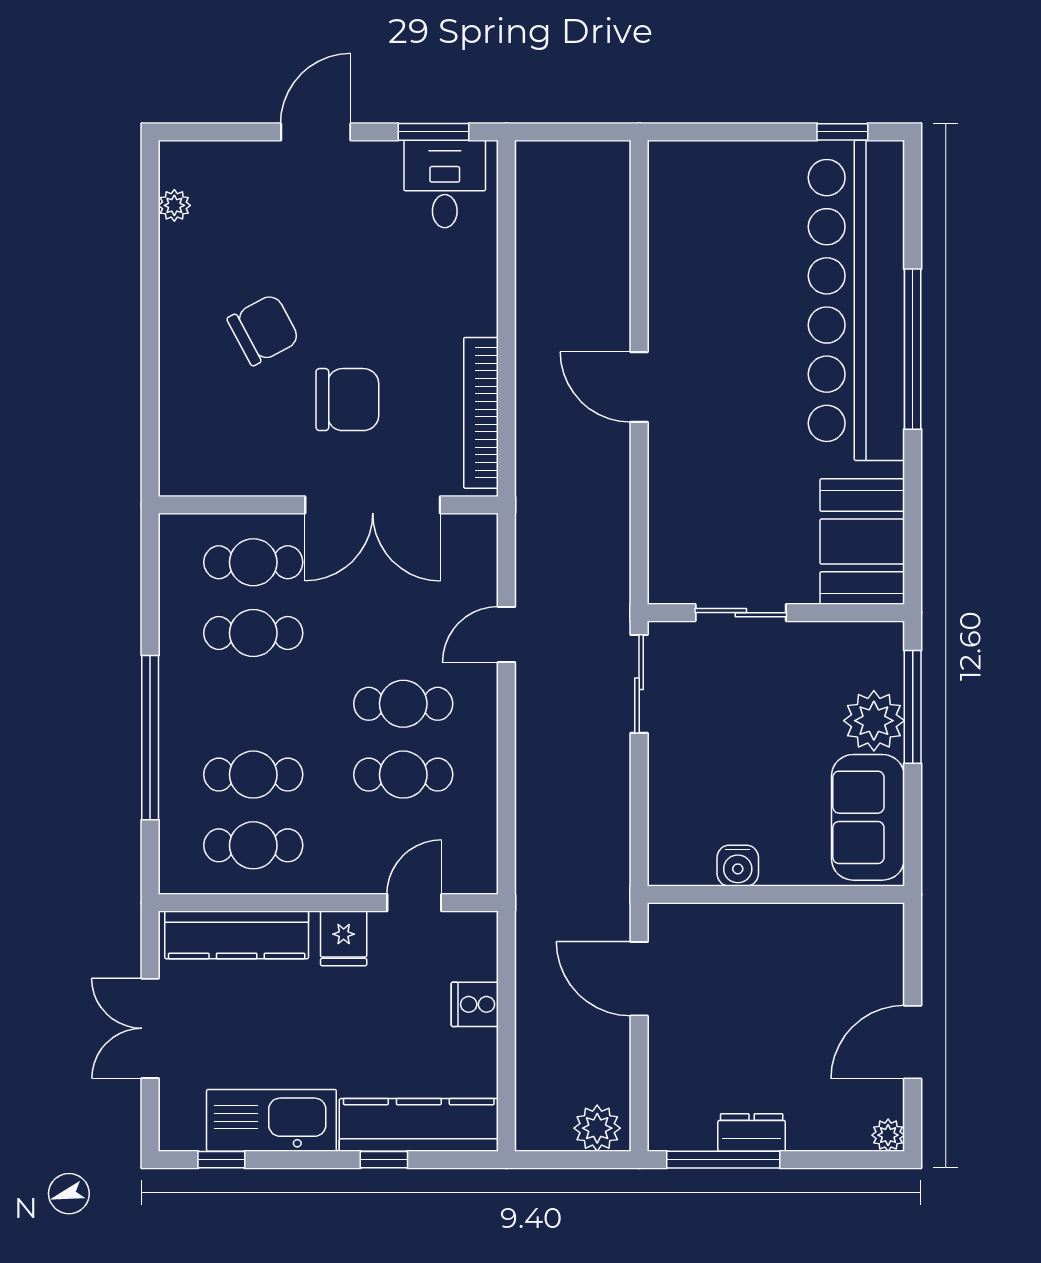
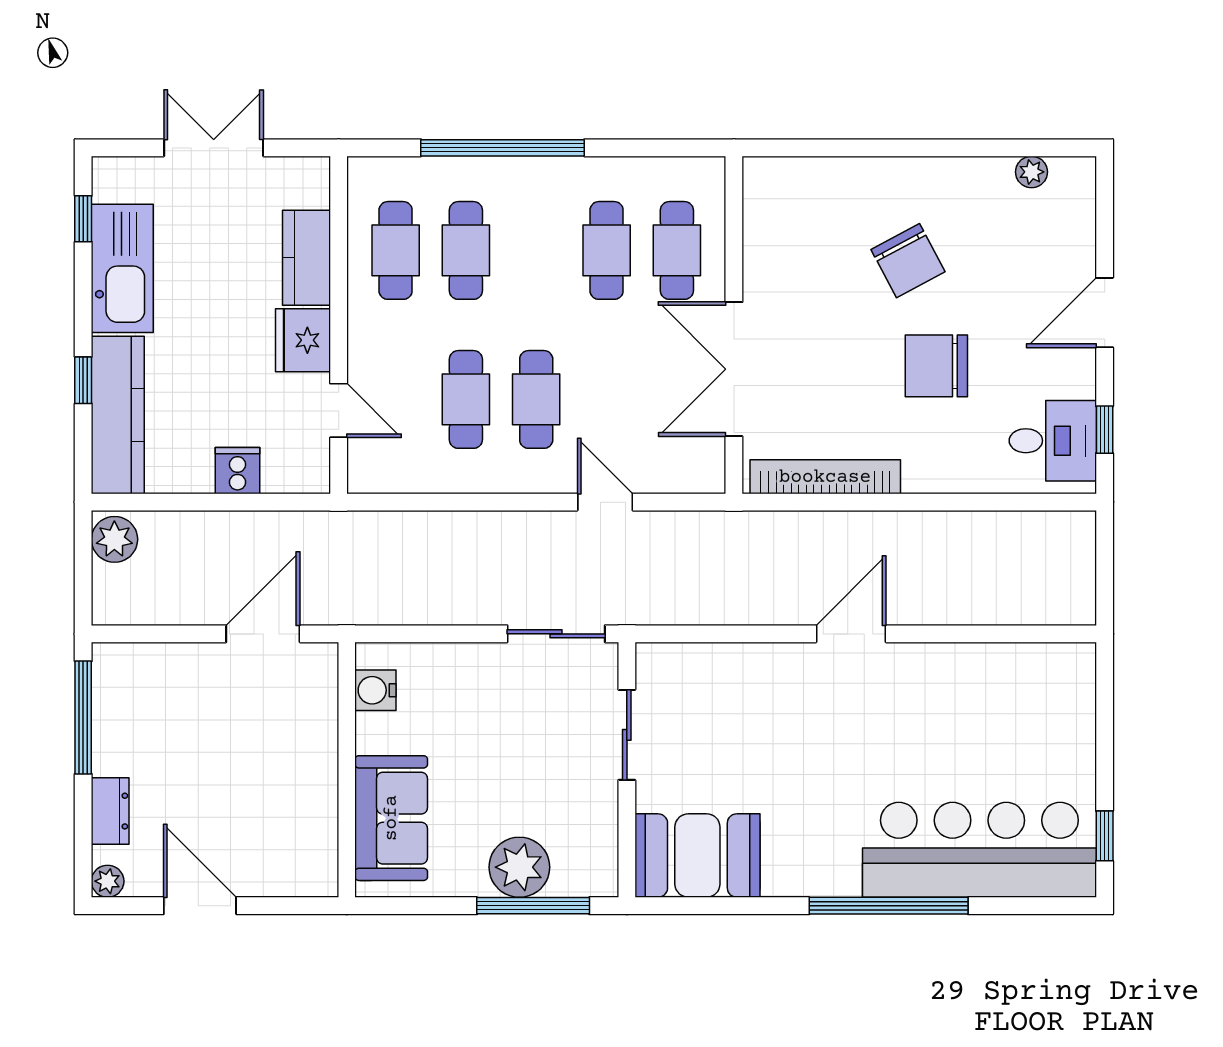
door: (316, 132) -> (1105, 313), swing flipped
window: (434, 132) -> (1105, 430), width x0.67
bar counter: (856, 300) -> (979, 850), width x0.73
chair: (347, 400) -> (936, 366), moved, turned 90
sofa: (868, 817) -> (391, 818), moved, turned 90
water cooler: (738, 866) -> (375, 690), moved
kitchen counter: (237, 935) -> (306, 258), width x0.67
fridge: (344, 938) -> (303, 340), width x1.38
plant: (597, 1128) -> (114, 539), moved
dresser: (752, 1132) -> (110, 811), moved

